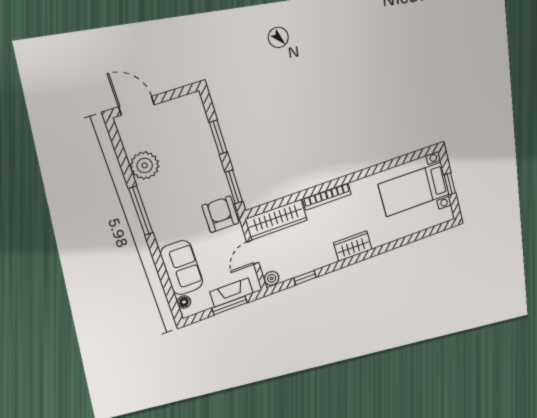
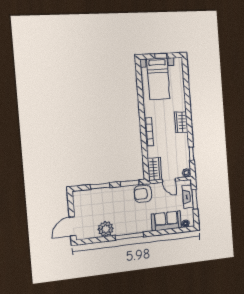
wardrobe: (276, 220) -> (155, 169), width x0.67

